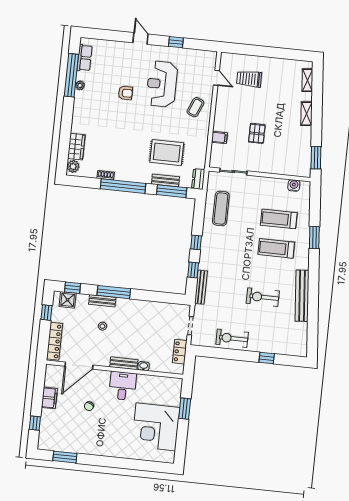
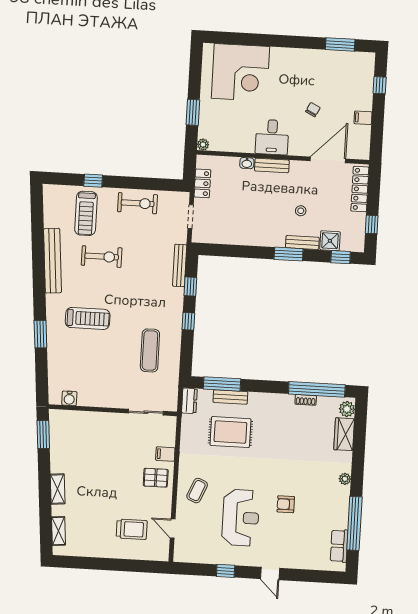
plant: (80, 85) -> (345, 479), moved
pallet: (257, 133) -> (156, 478), moved, turned 90
window: (123, 186) -> (317, 389), moved
exercise mat: (221, 209) -> (150, 350), moved
treadmill: (279, 219) -> (86, 213), moved, turned 90
window: (114, 292) -> (289, 254), width x0.69
shower: (68, 300) -> (330, 241), moved
plant: (178, 383) -> (203, 145), added
filing cabinet: (49, 398) -> (363, 118), width x0.50
corner desk: (156, 427) -> (240, 72), moved, turned 90

